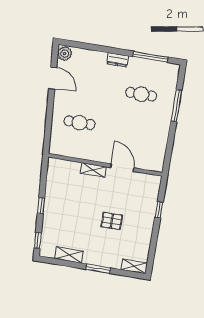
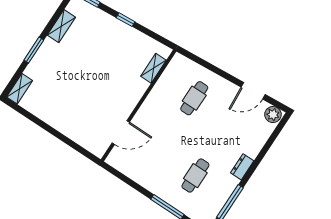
door: (122, 168) -> (121, 133), moved
shelving: (93, 170) -> (153, 68), moved
window: (159, 210) -> (67, 141), removed
pallet: (112, 221) -> (77, 86), removed

